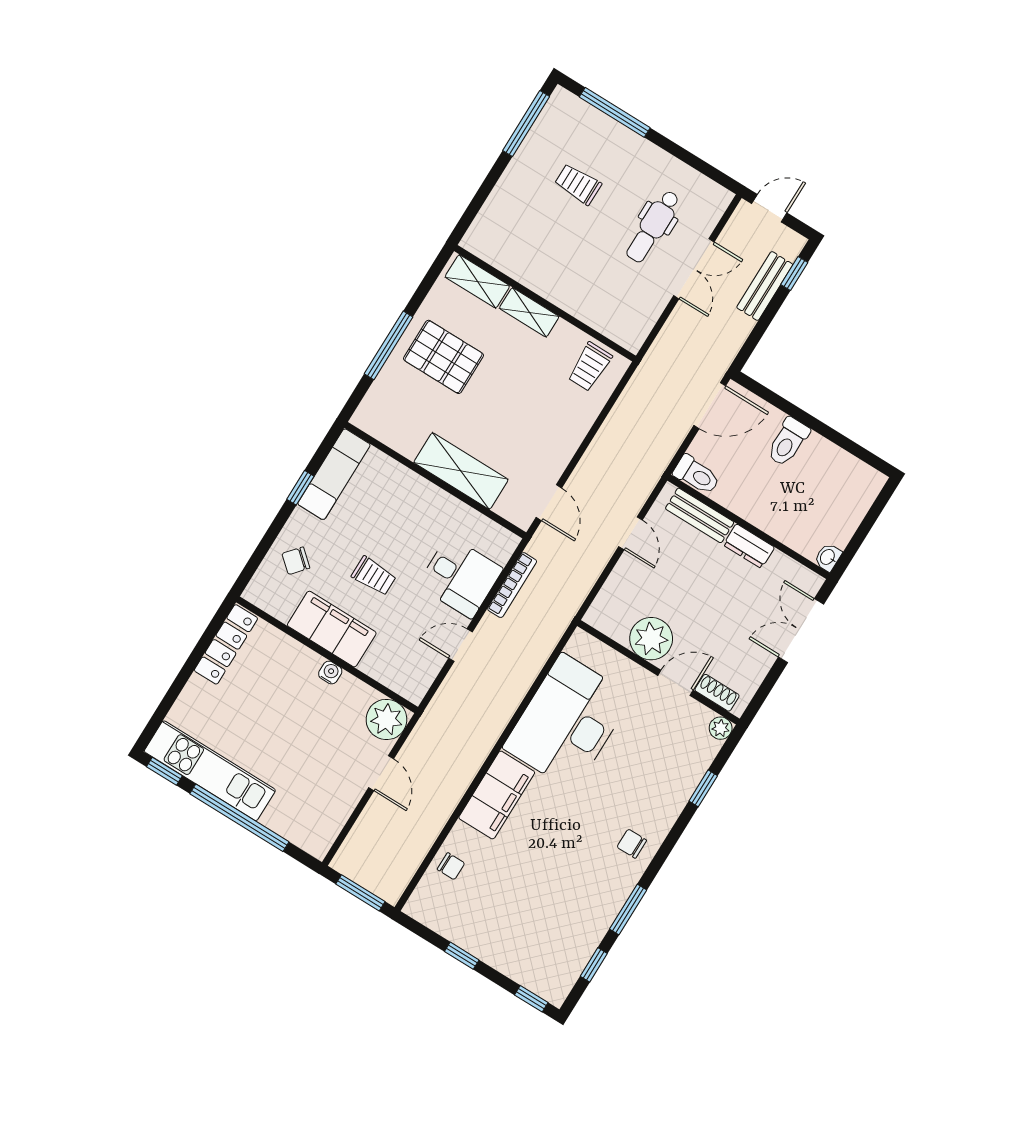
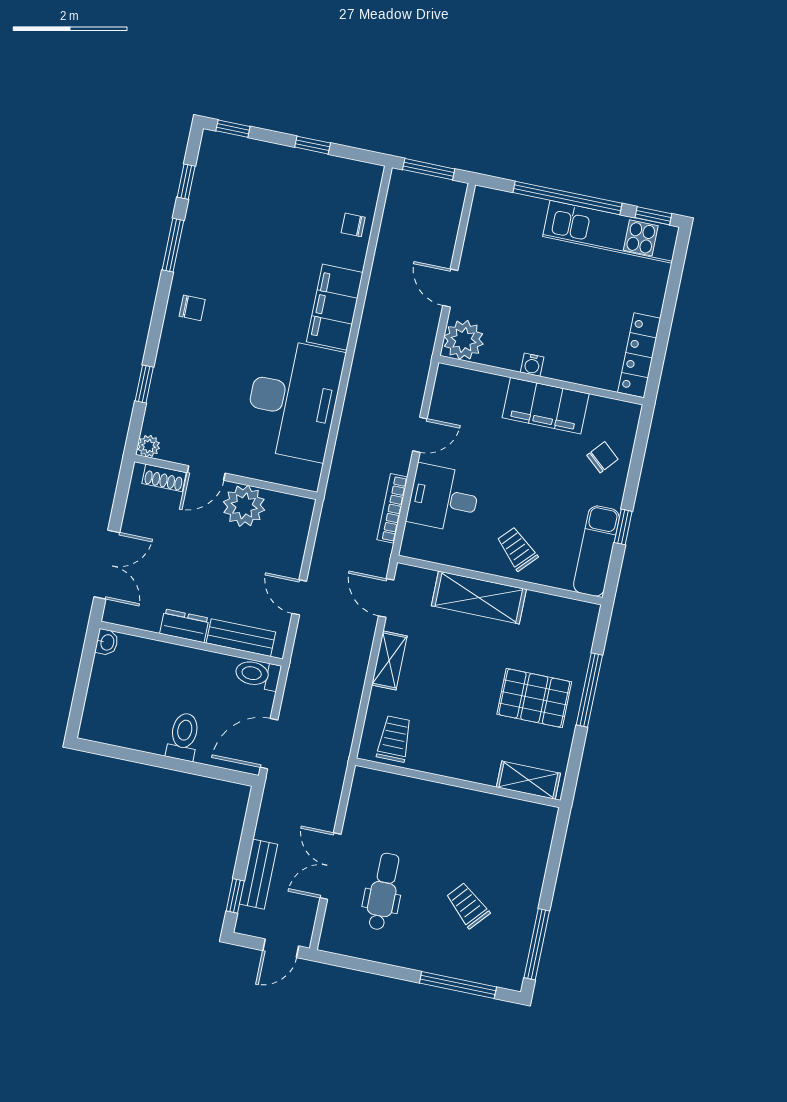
trolley: (578, 184) -> (468, 905), turned -139
shelving: (529, 312) -> (389, 660), moved, turned 90
trolley: (374, 576) -> (517, 549), moved, turned 43

